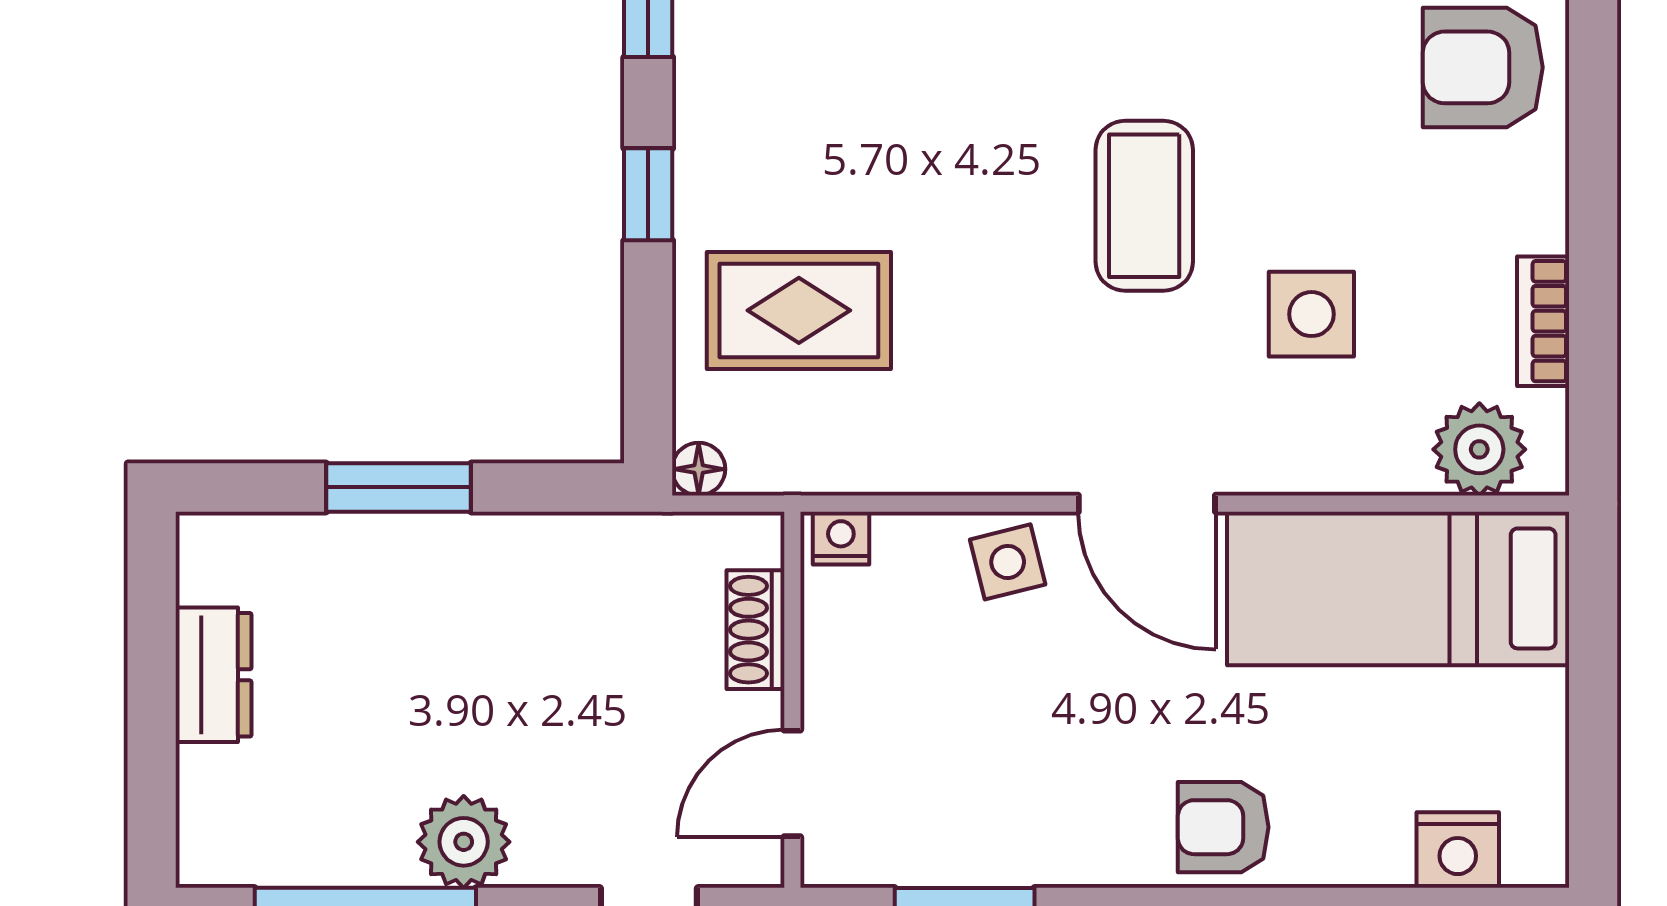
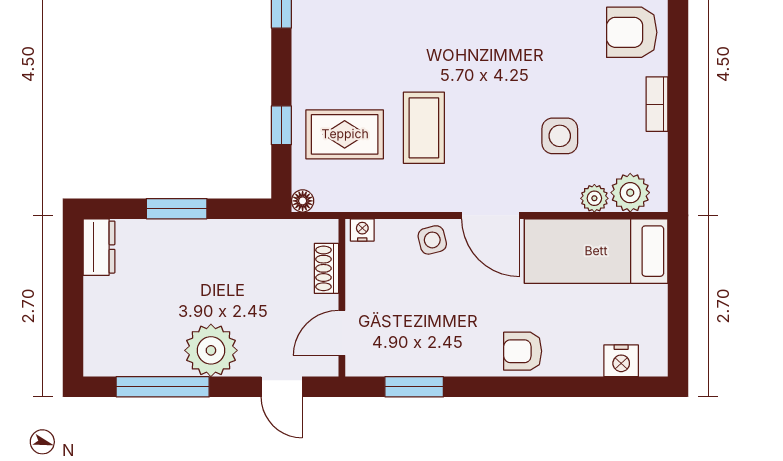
window: (648, 194) -> (281, 125), moved
coffee table: (1144, 206) -> (424, 128), moved
bookcase: (1543, 321) -> (657, 104), moved
plant: (1394, 463) -> (594, 198), added
dresser: (214, 675) -> (99, 247), moved
plant: (464, 842) -> (211, 350), width x1.36, depth x1.36

